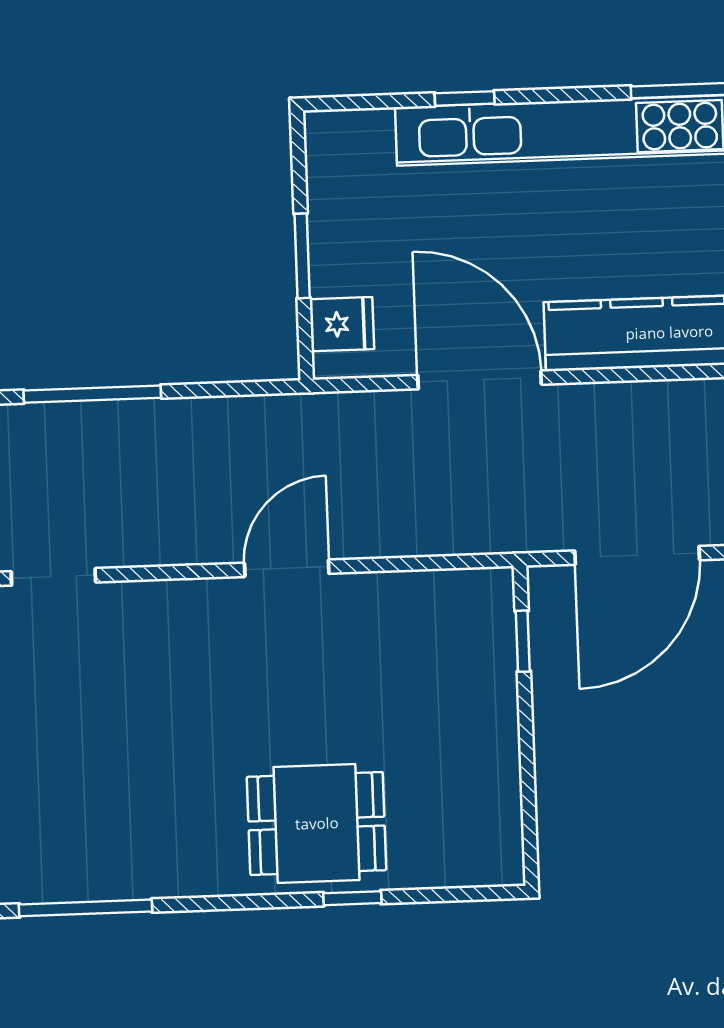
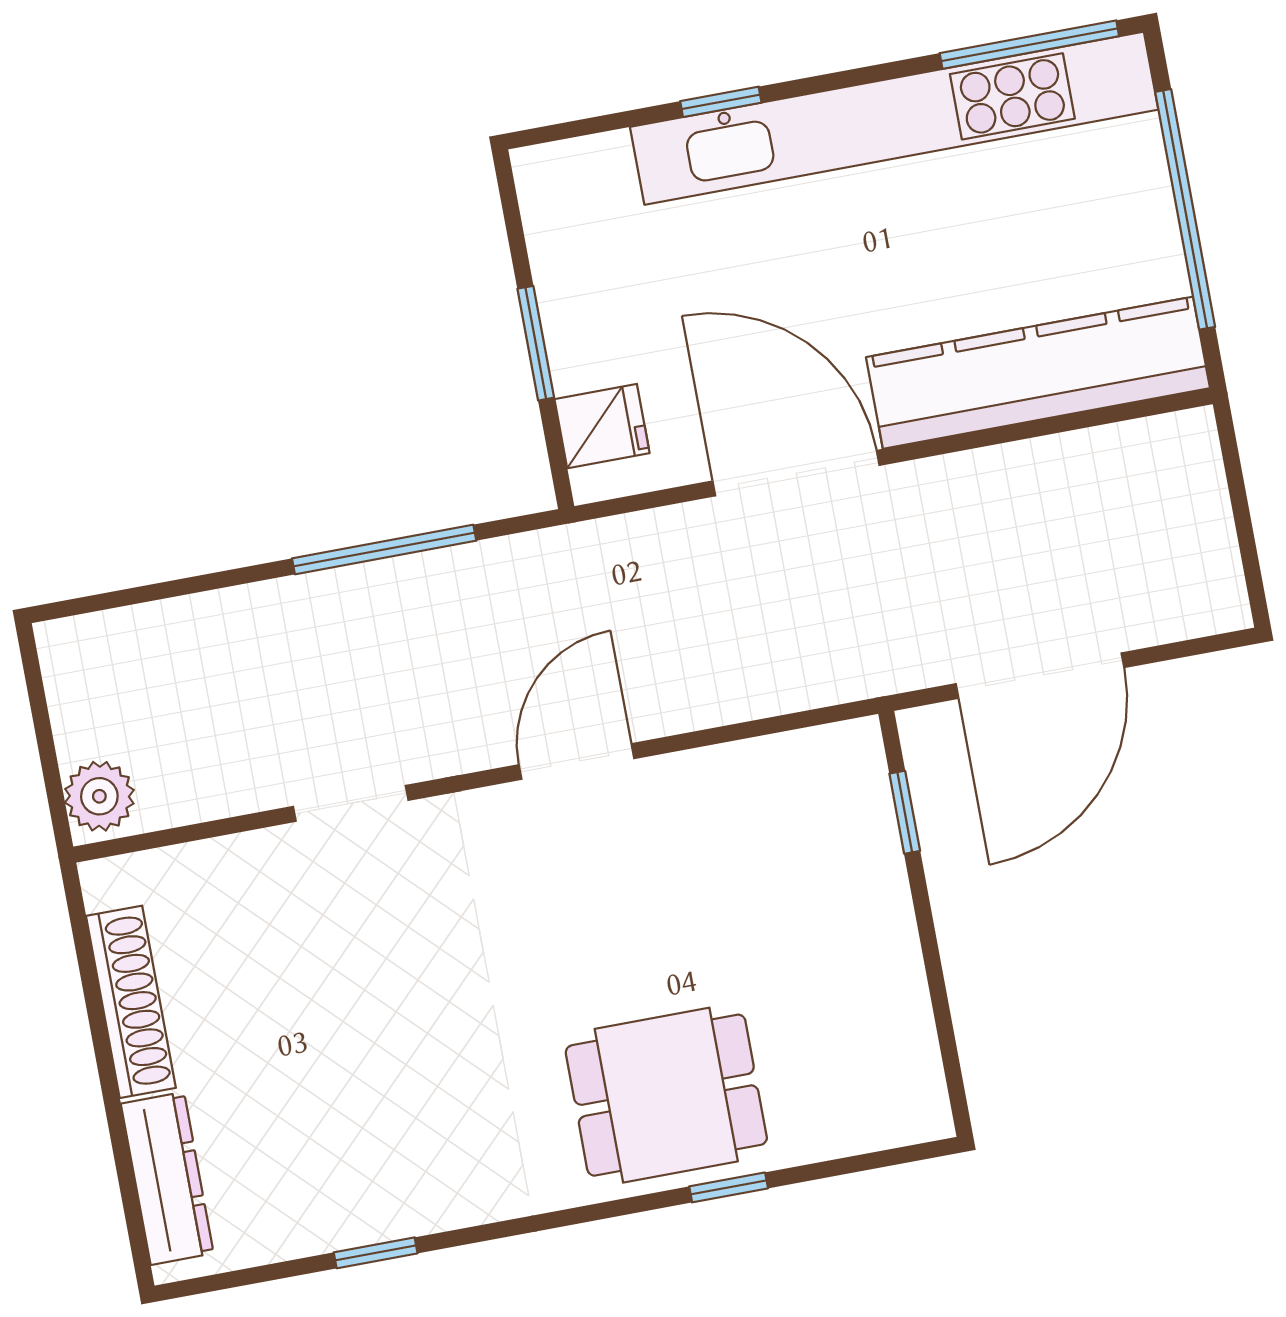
window: (92, 394) -> (384, 549), moved
doorway: (53, 577) -> (351, 803), moved
window: (86, 908) -> (376, 1253), width x0.46

